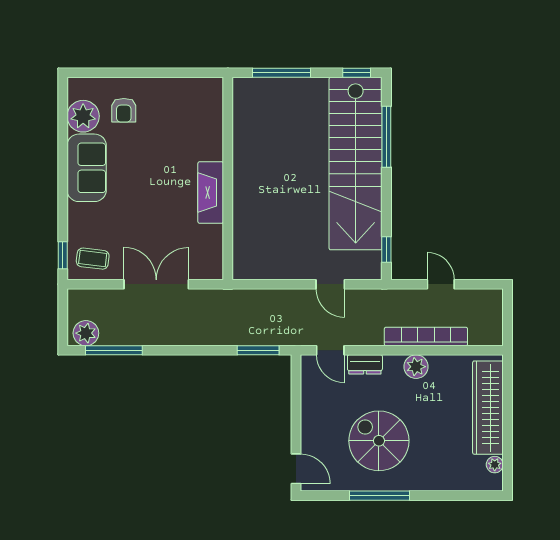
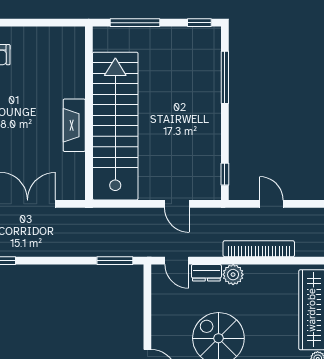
stairs: (356, 164) -> (115, 126), moved, turned 180
plant: (416, 367) -> (233, 275), moved

